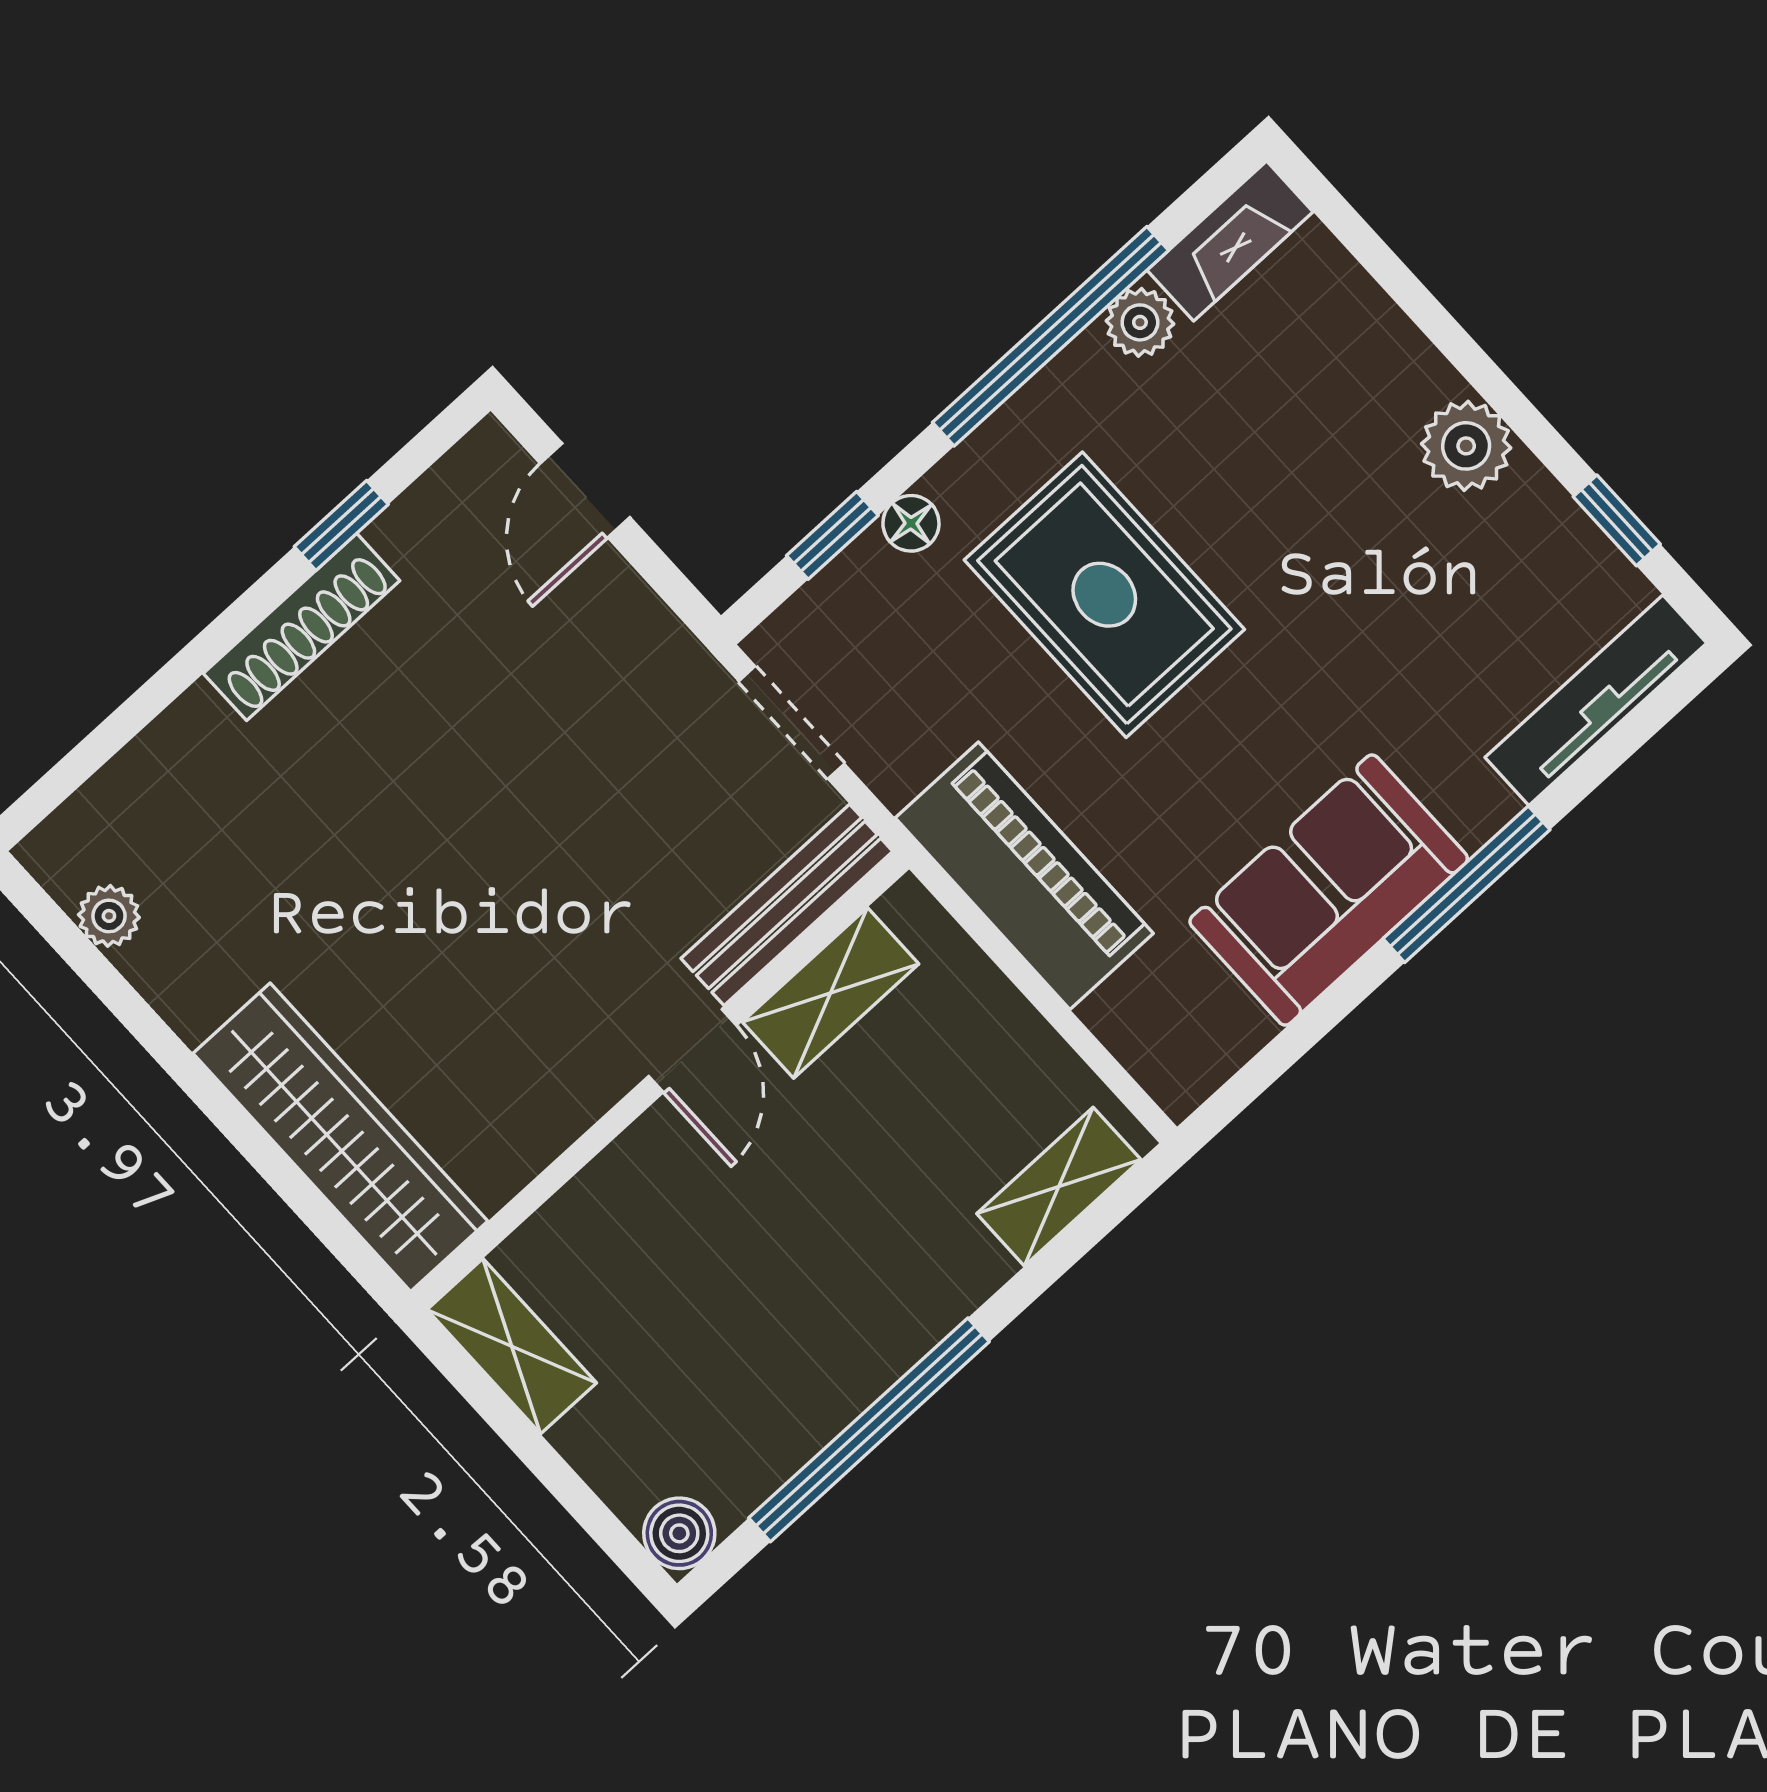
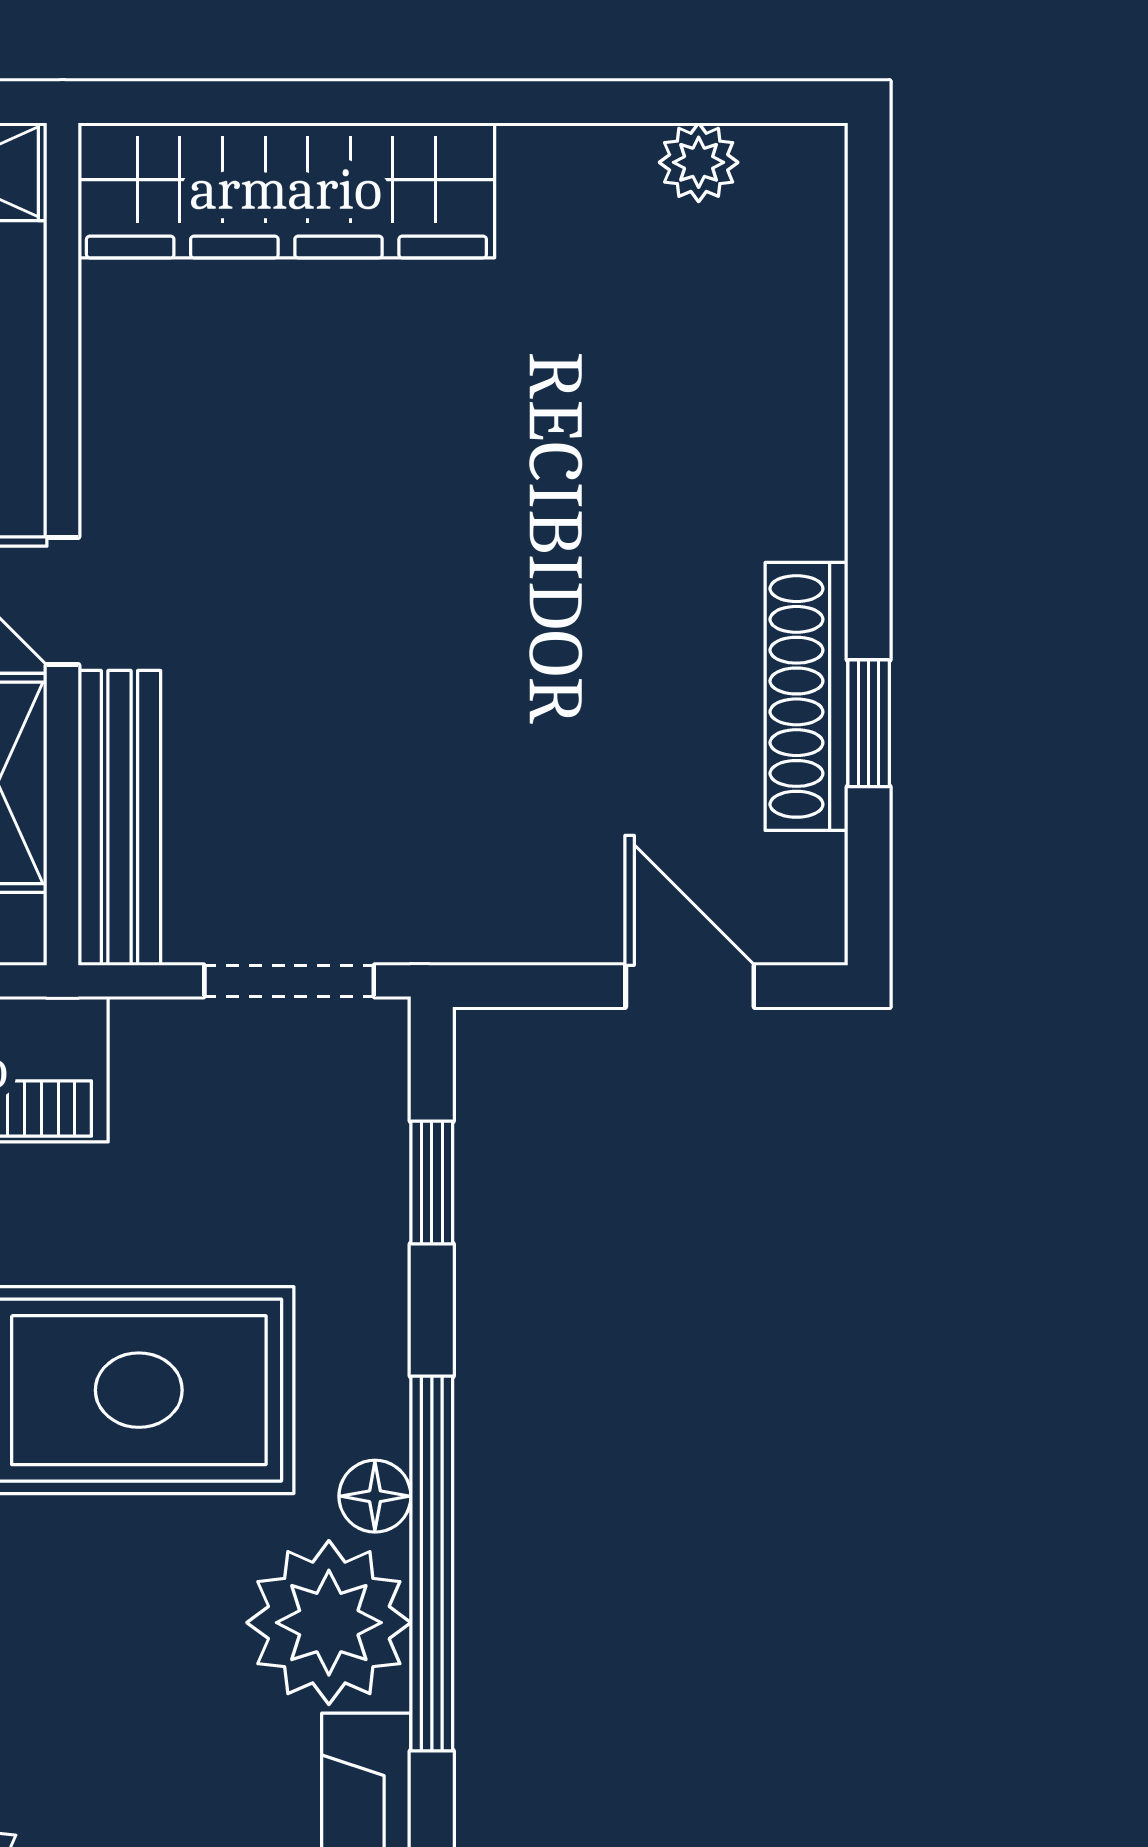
plant: (1140, 322) -> (329, 1623), width x1.88, depth x1.88
floor lamp: (911, 523) -> (375, 1496), moved
shoe rack: (302, 627) -> (806, 696), moved

